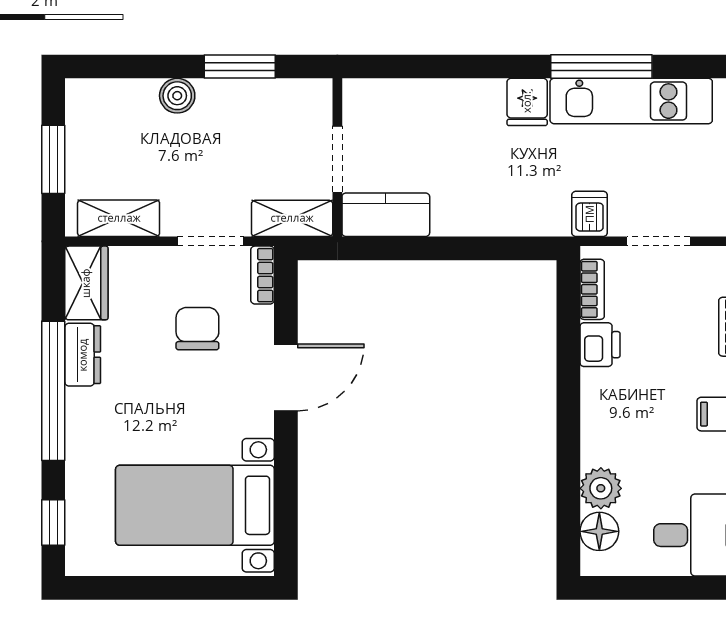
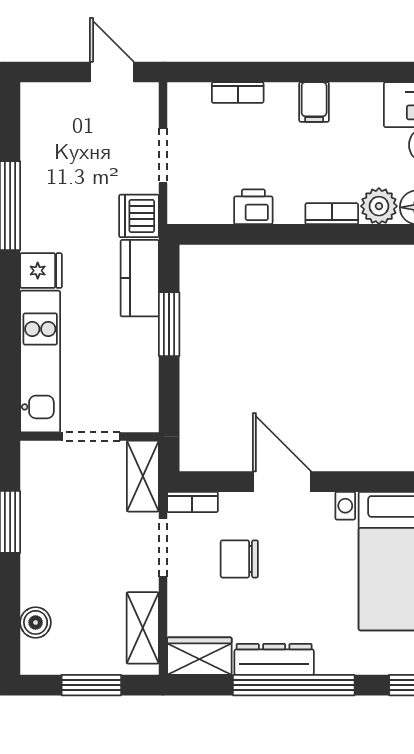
boiler: (177, 96) -> (36, 622), moved
kitchen unit: (631, 101) -> (40, 362), moved
dishwasher: (590, 214) -> (139, 216), width x1.38
kitchen counter: (386, 215) -> (140, 278), moved
window: (466, 248) -> (169, 324), added
bookcase: (592, 289) -> (332, 214), moved
dresser: (83, 355) -> (274, 659), width x1.44

